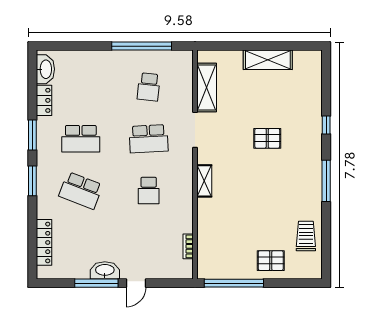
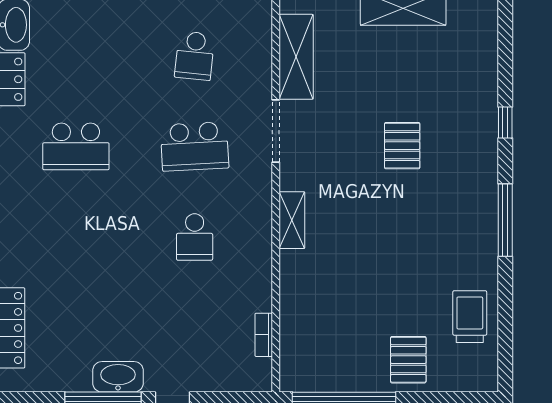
pallet: (267, 138) -> (402, 146), turned 90
school desk: (81, 190) -> (76, 237), removed
pallet: (271, 261) -> (408, 360), turned 90

